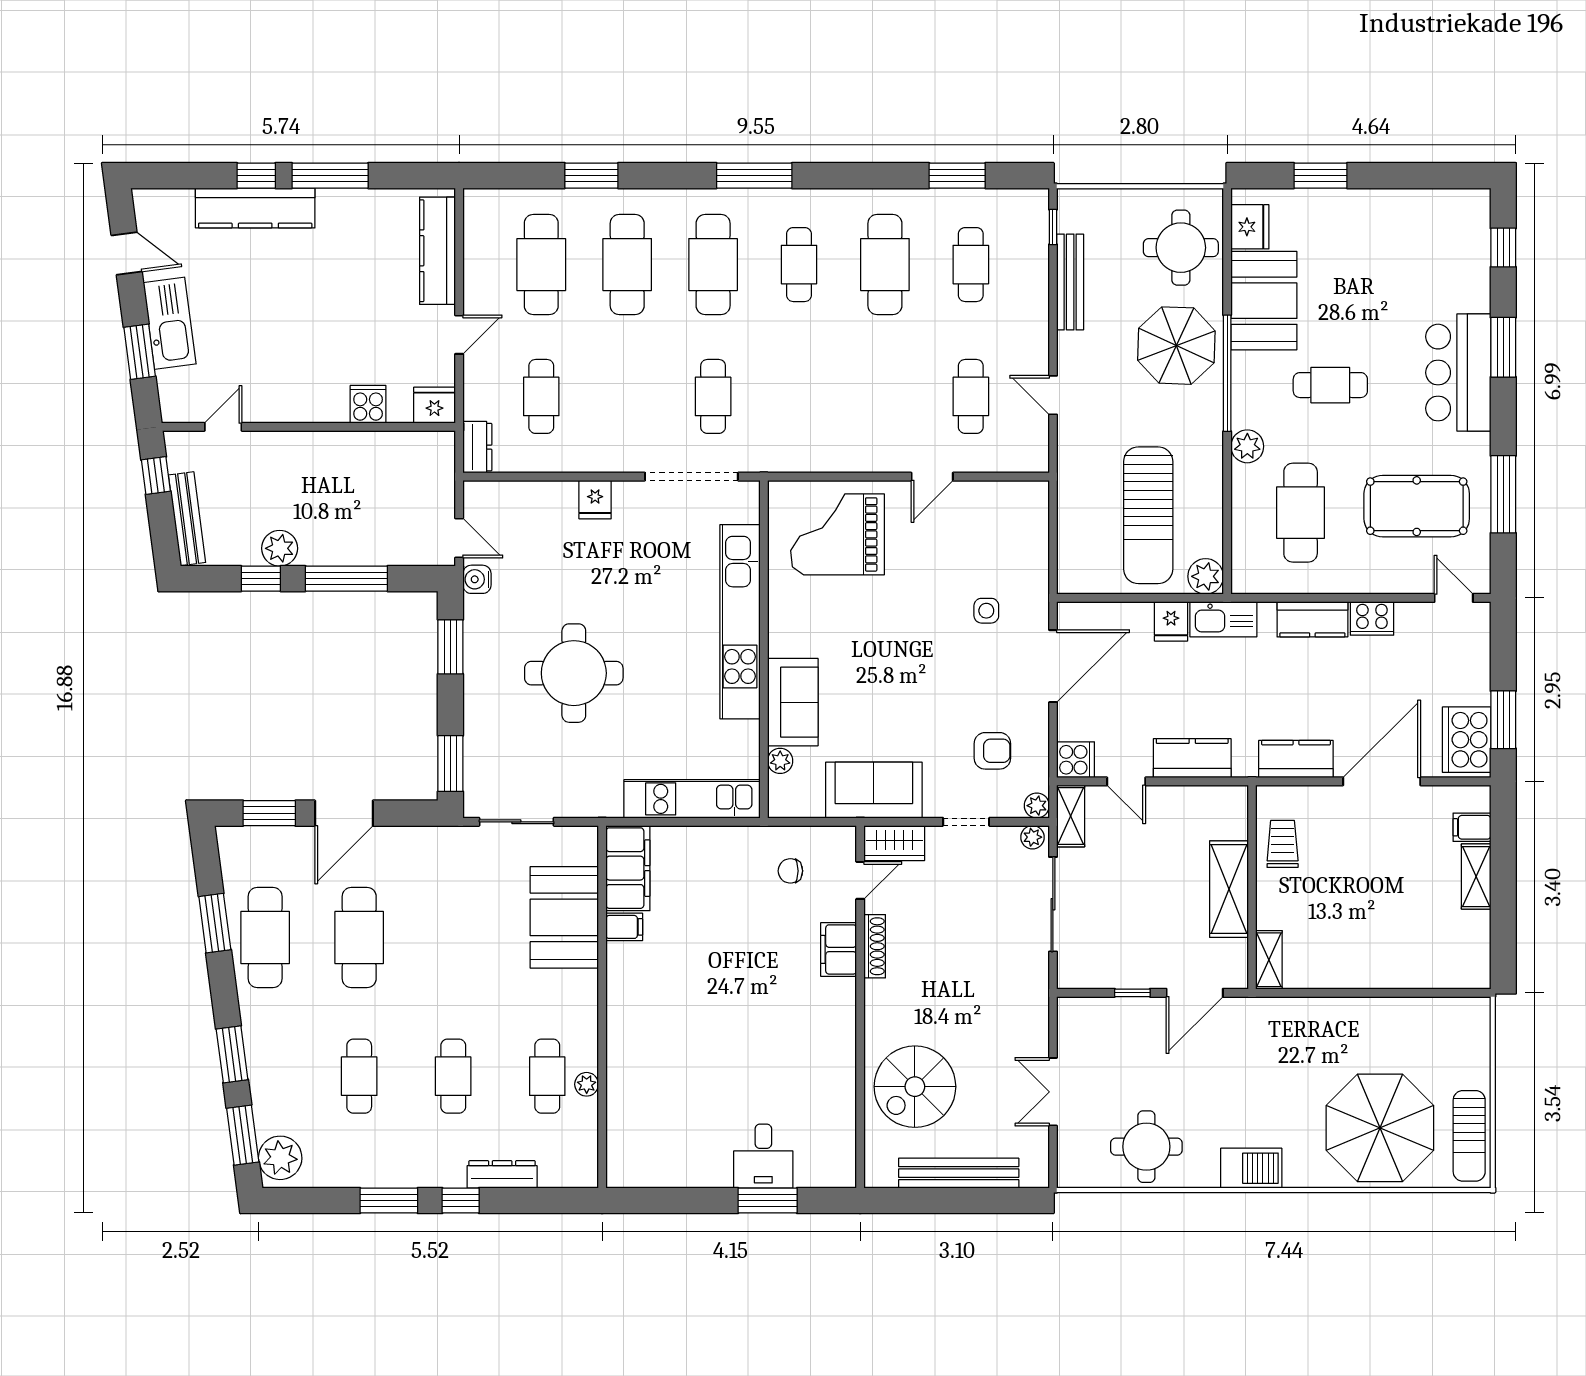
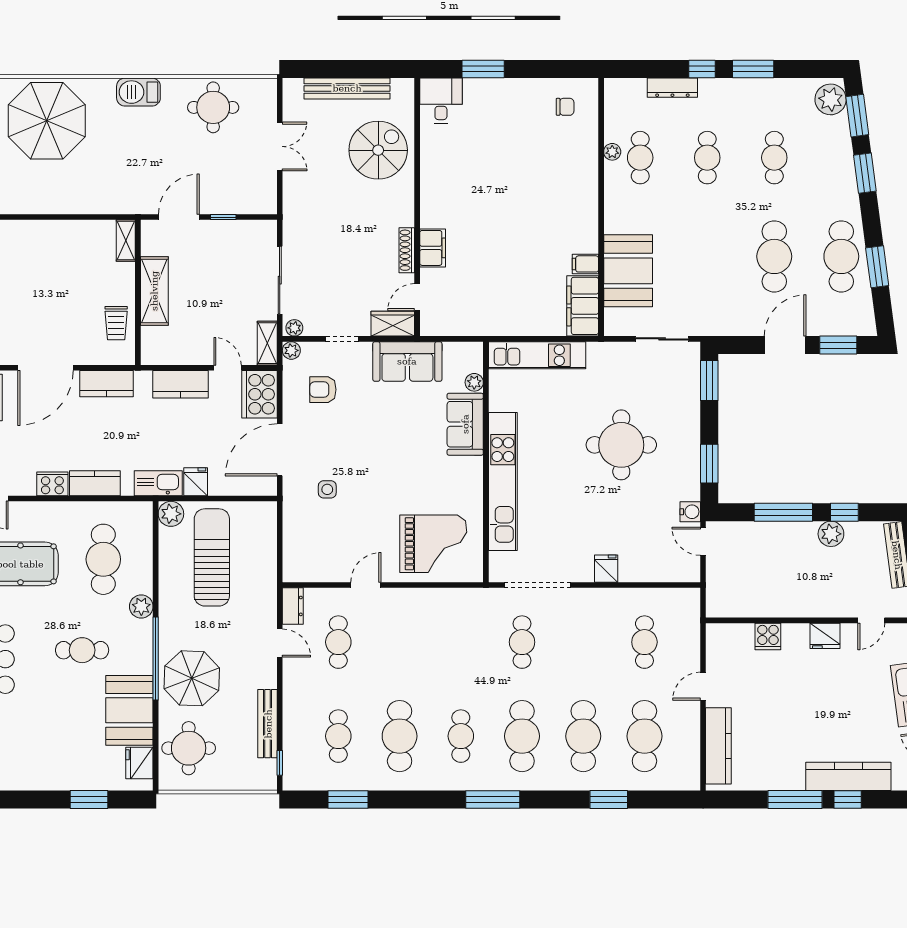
fridge: (434, 405) -> (825, 636), moved
dresser: (477, 447) -> (293, 606), moved, turned 180
cooker: (1076, 760) -> (259, 394), width x1.87, depth x1.31
chair: (790, 871) -> (565, 107), moved
desk: (763, 1156) -> (441, 101), moved

